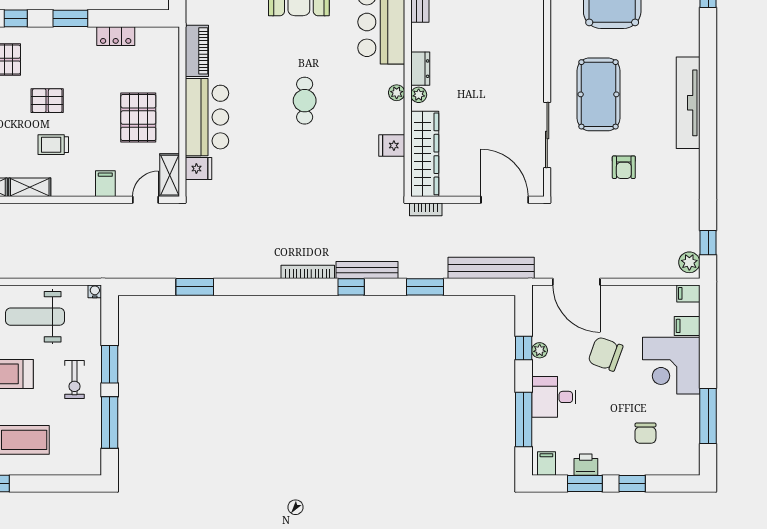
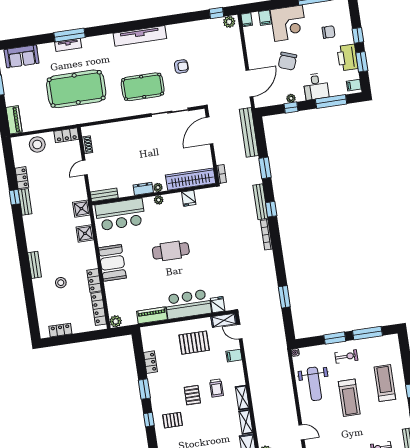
cafe table: (305, 101) -> (171, 251), width x1.37, depth x1.35
printer: (586, 465) -> (347, 58), width x1.87, depth x1.48

